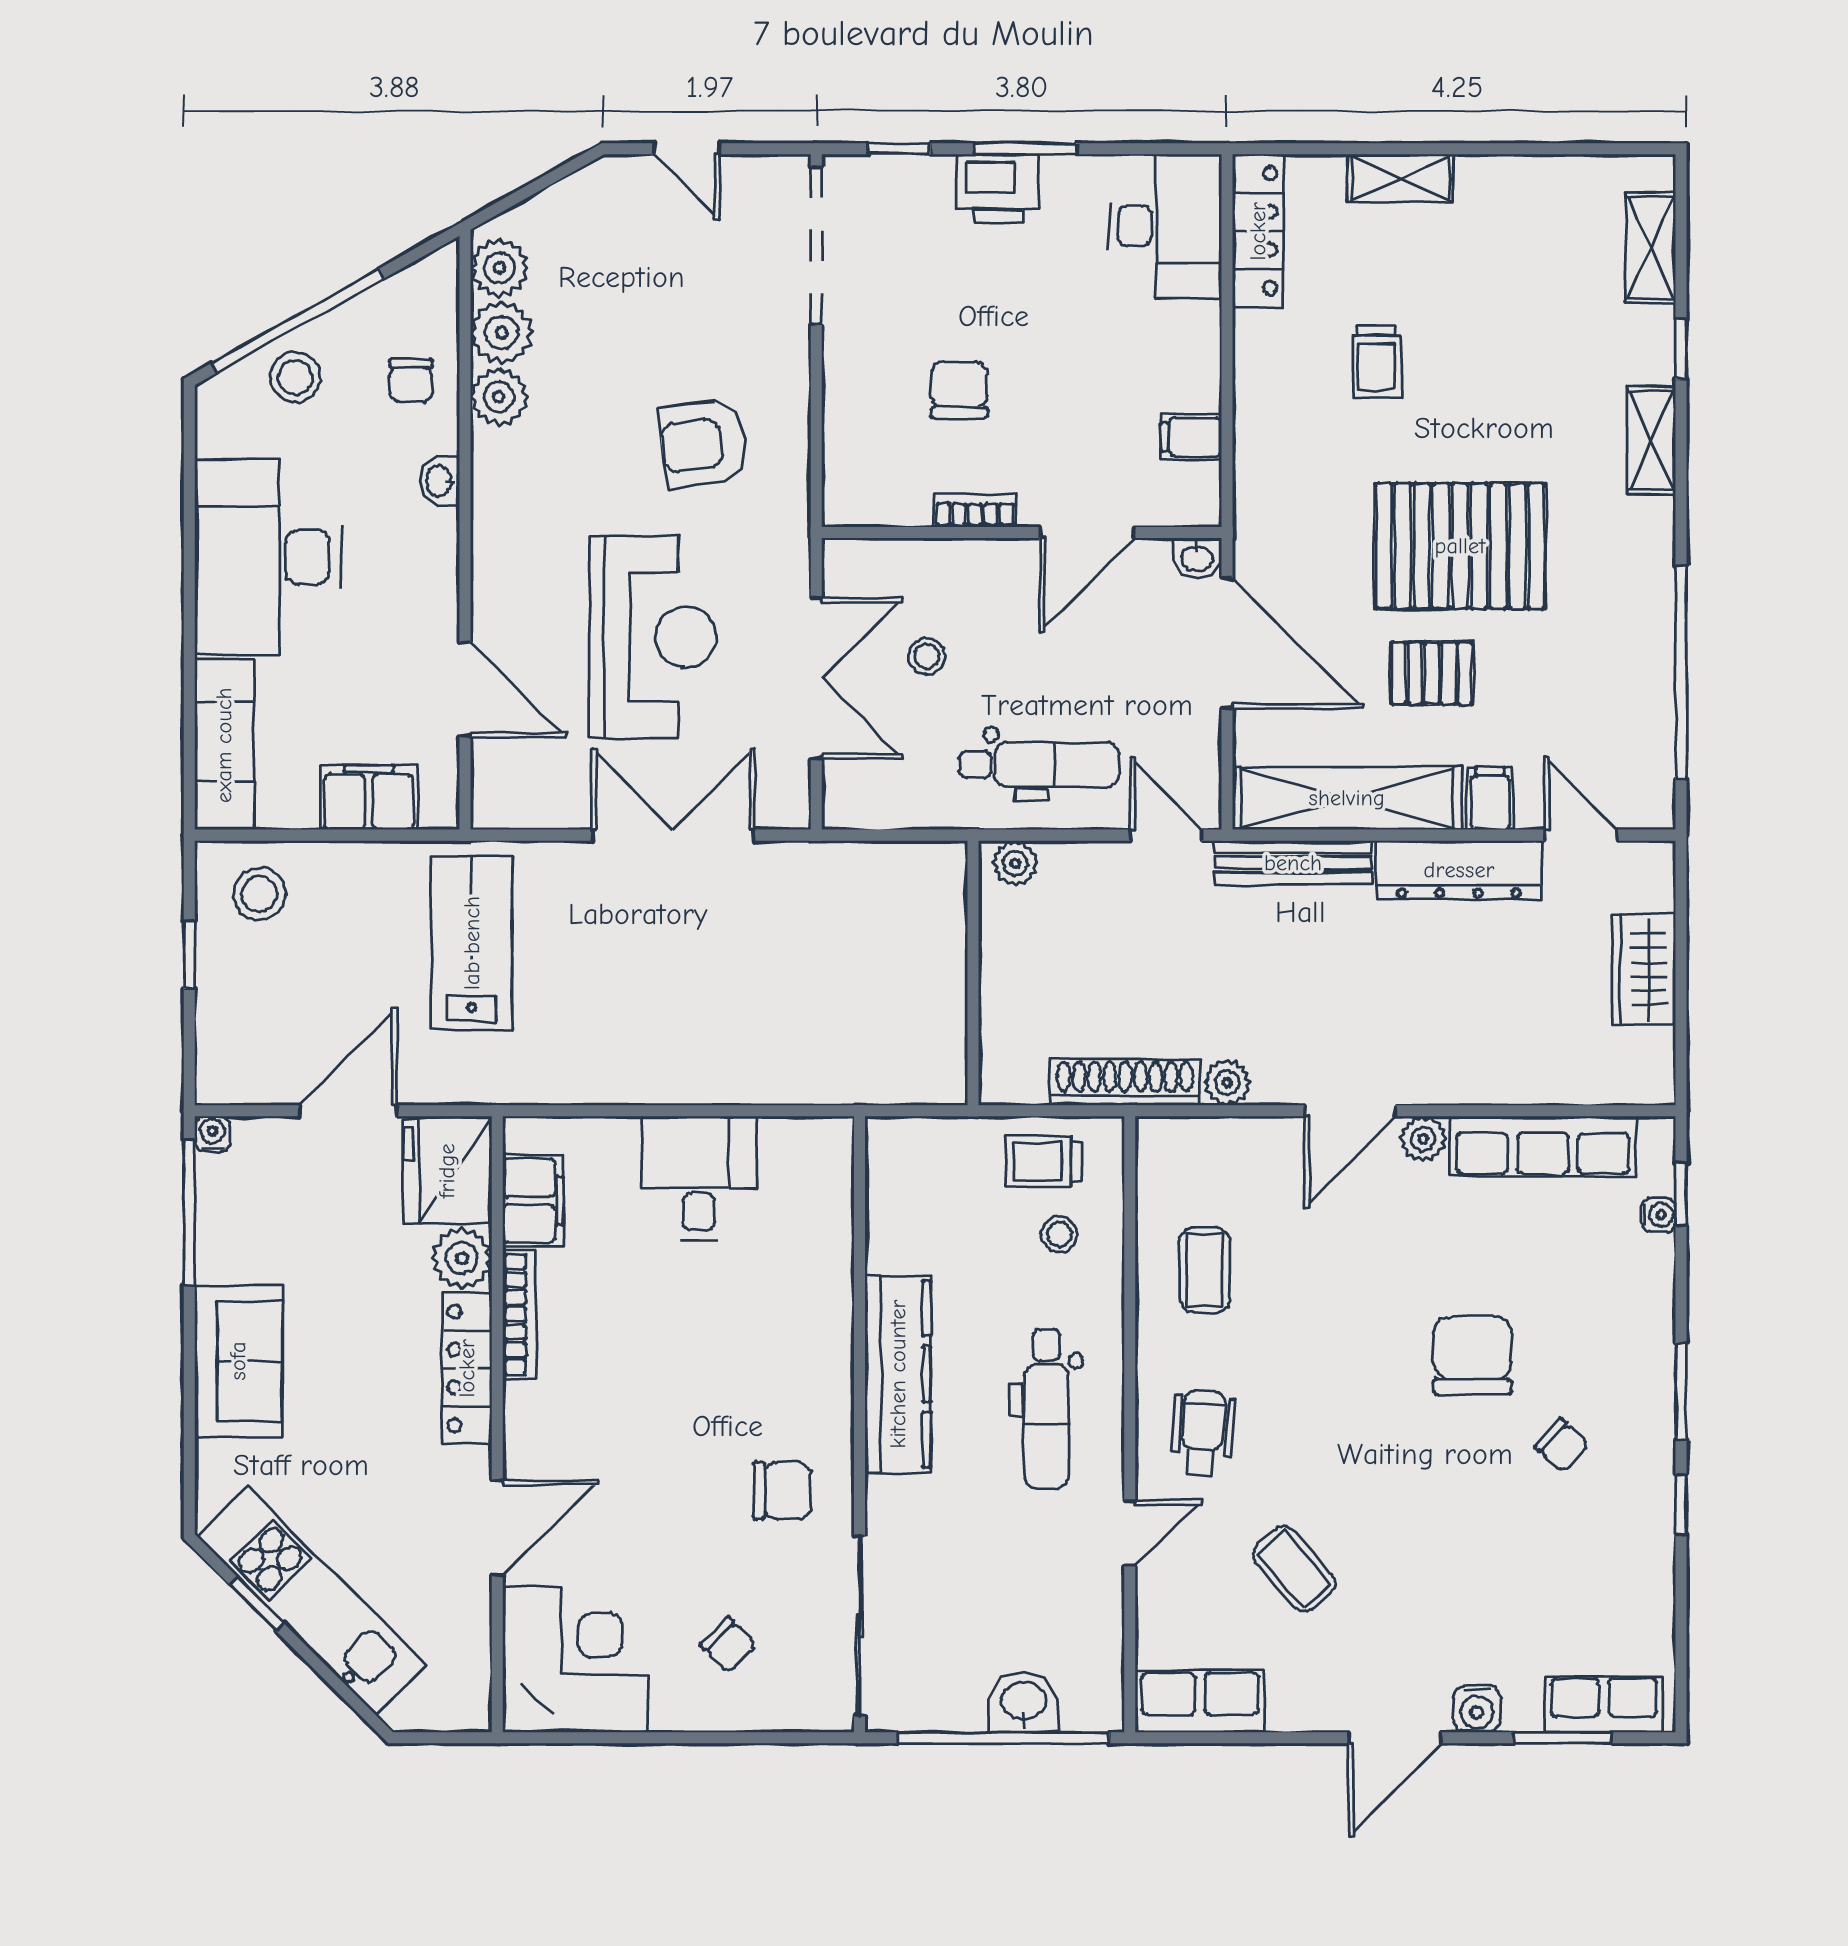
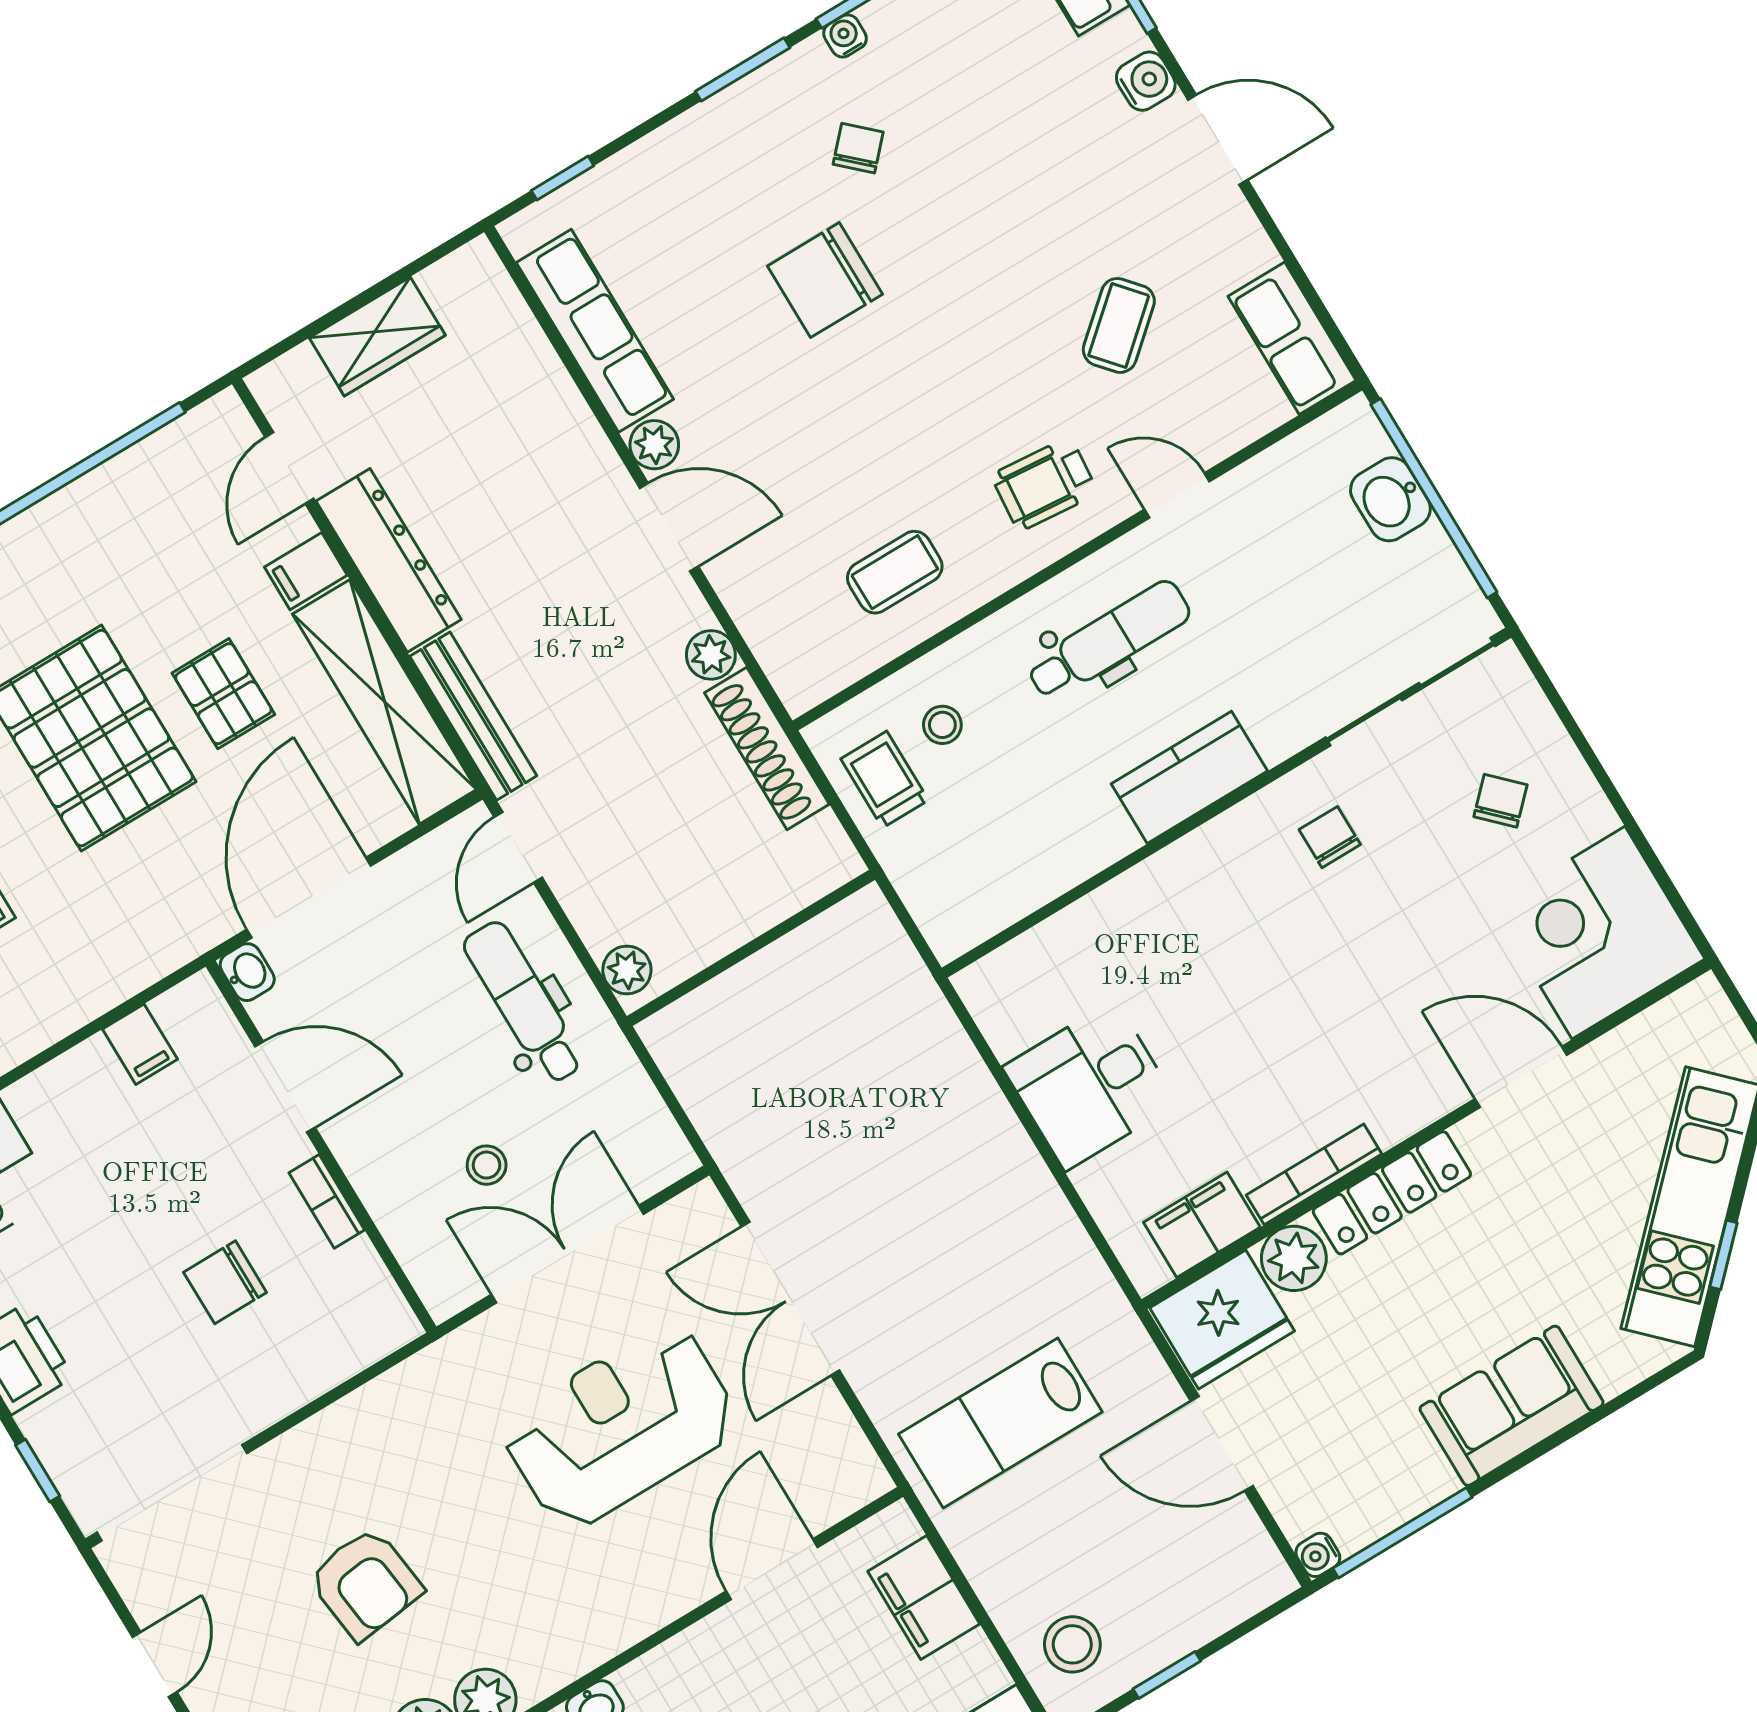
armchair: (703, 444) -> (365, 1584), moved
trolley: (1043, 1162) -> (885, 780), turned 180
water cooler: (1658, 1215) -> (845, 36), moved
kitchen counter: (898, 1374) -> (1189, 777), width x0.67
chair: (782, 1491) -> (1330, 837), width x0.73, depth x0.73

